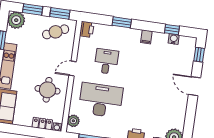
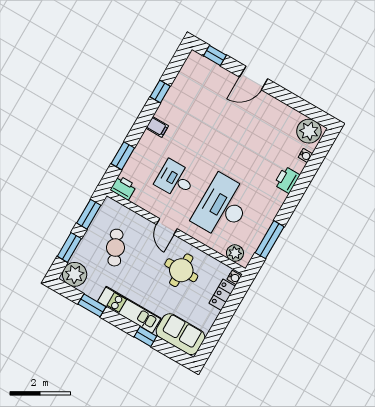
window: (122, 22) -> (123, 156), moved
window: (172, 30) -> (160, 92), moved
cafe table: (56, 32) -> (115, 248), moved
filing cabinet: (146, 37) -> (157, 127), moved
water cooler: (174, 39) -> (182, 80), removed

